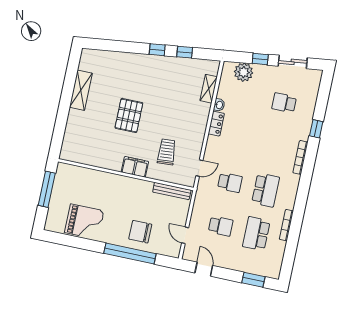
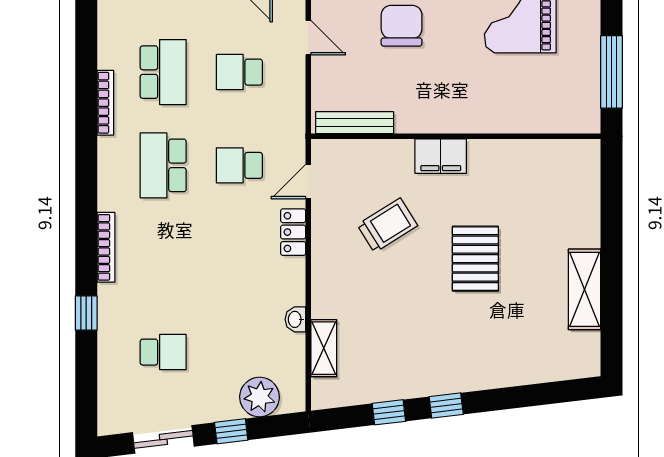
locker: (216, 124) -> (293, 232), moved
trolley: (167, 152) -> (387, 225), moved, turned -118
chair: (140, 232) -> (402, 26), turned -90

